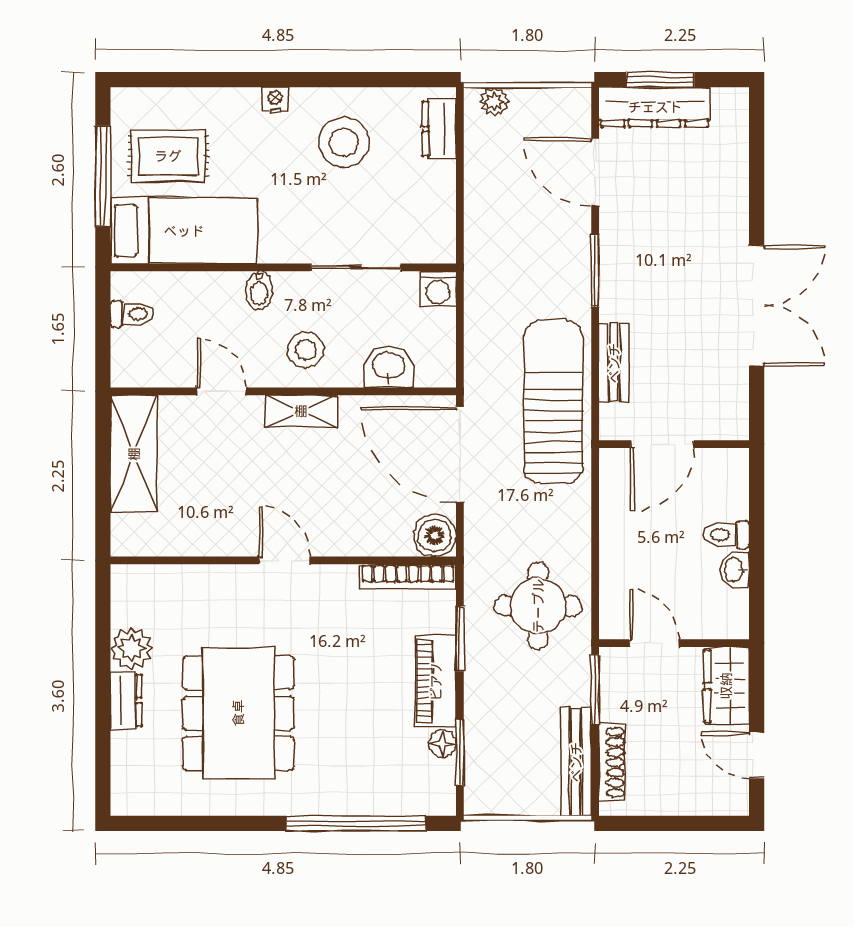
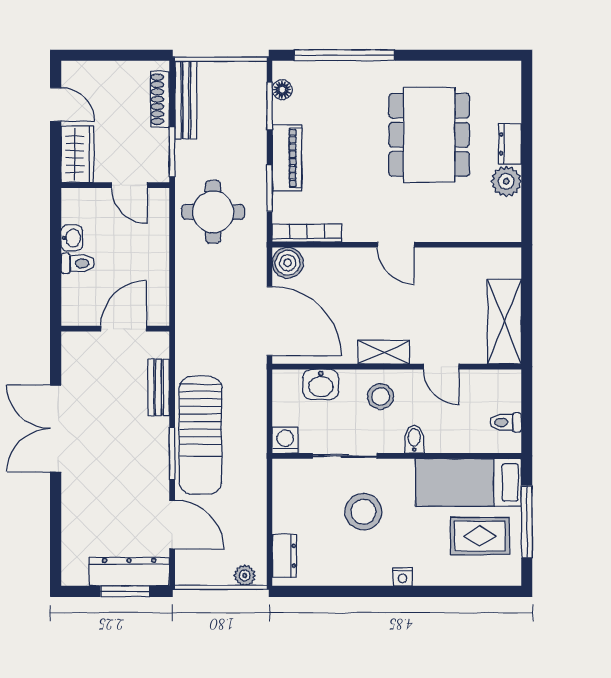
stool: (344, 142) -> (363, 512), moved
sun lounger: (553, 402) -> (200, 435), moved
floor lamp: (442, 744) -> (282, 90), moved

